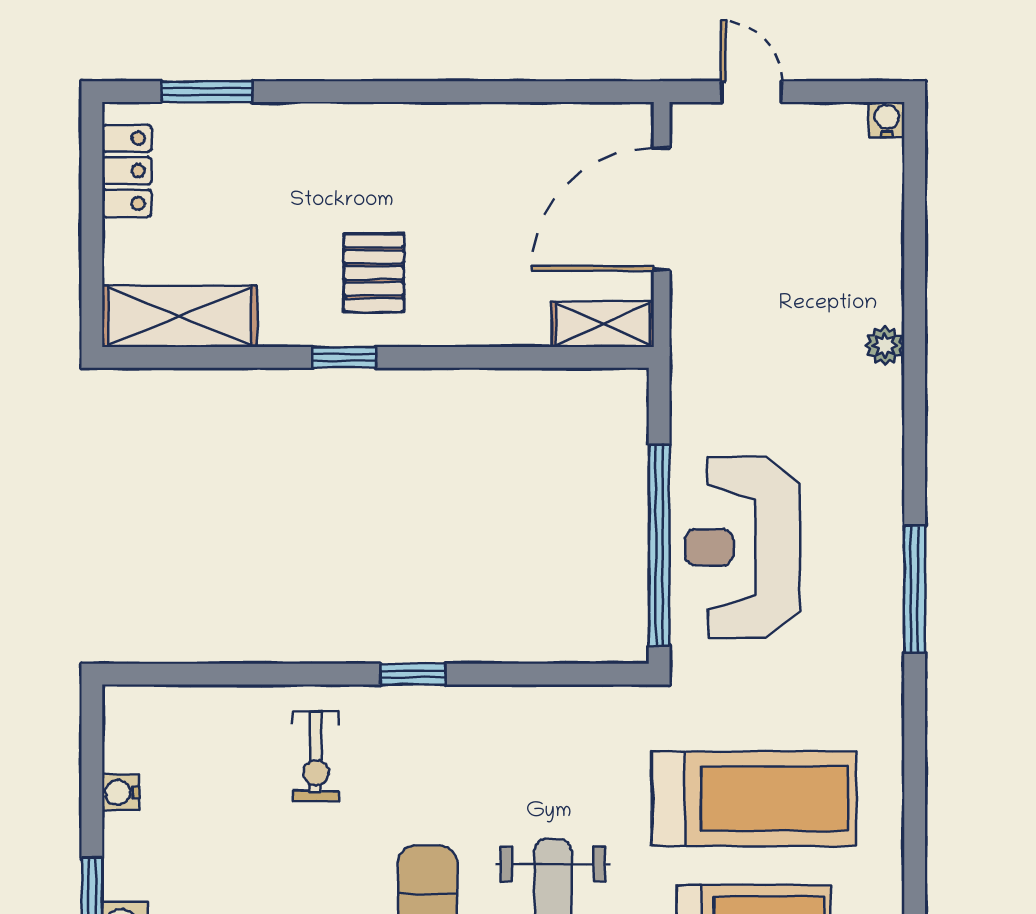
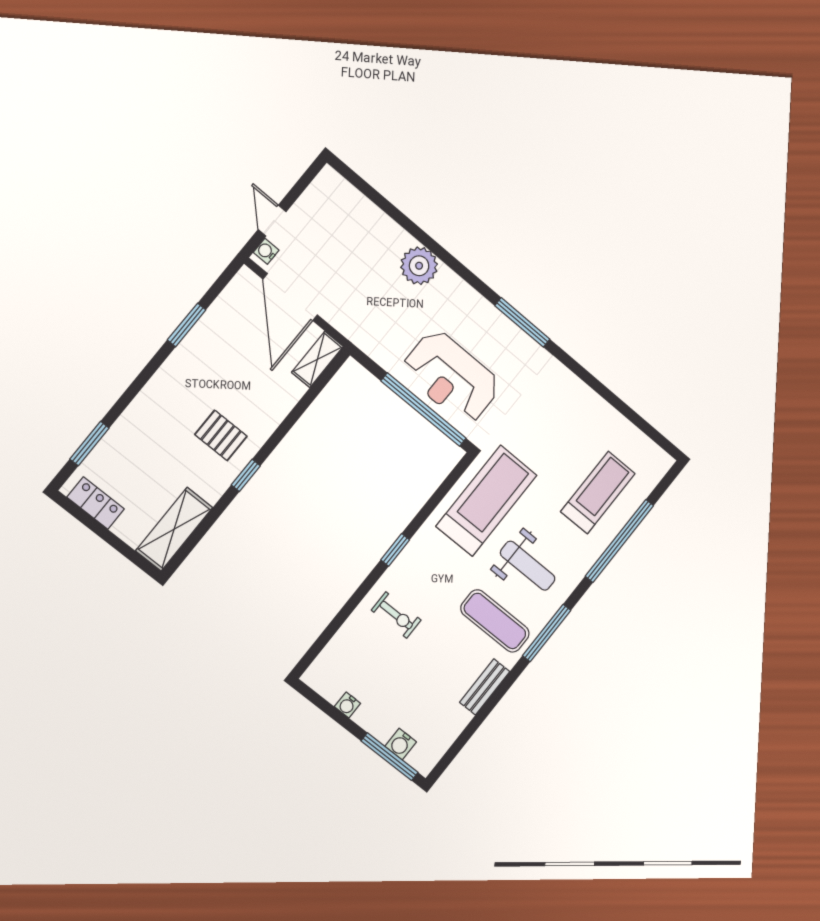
window: (495, 92) -> (187, 325), added
door: (752, 92) -> (272, 221), hinge flipped
water cooler: (887, 120) -> (266, 251), moved
plant: (885, 346) -> (419, 266), width x1.88, depth x1.88
treadmill: (754, 799) -> (486, 501), moved

